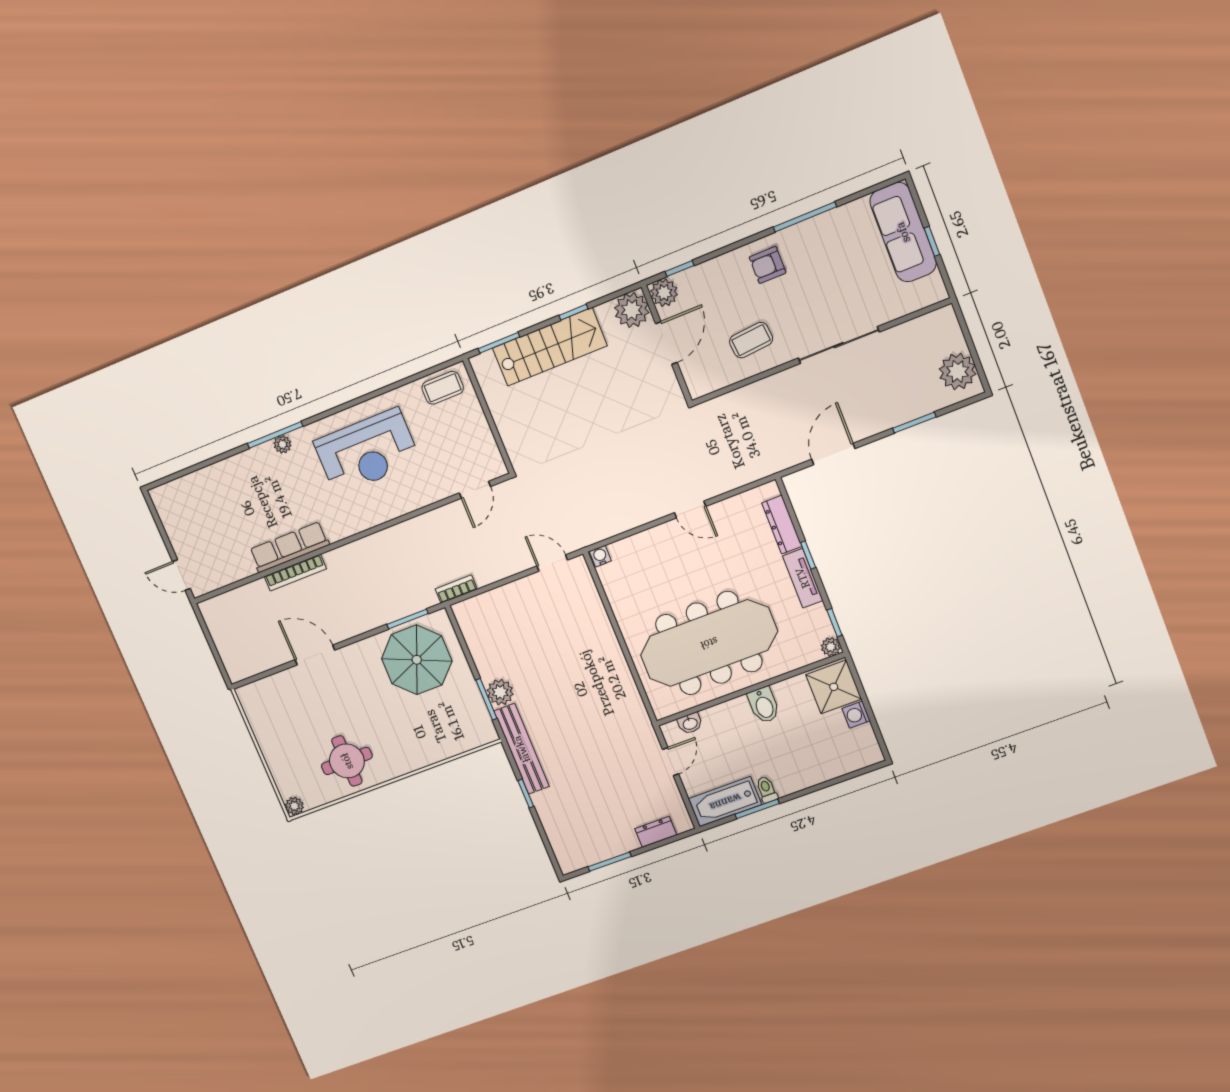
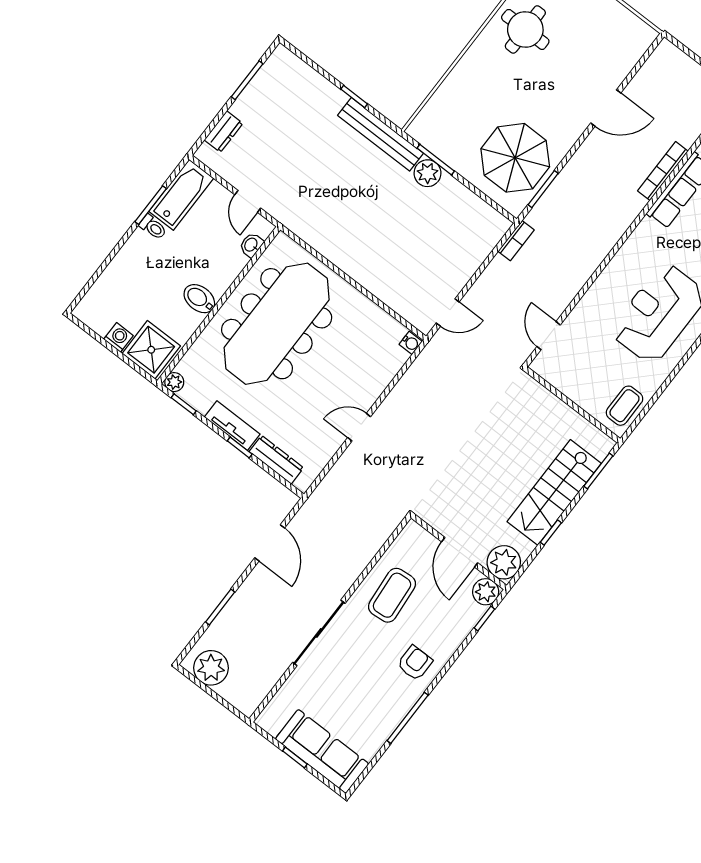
coffee table: (751, 340) -> (392, 595), width x1.36, depth x1.30

